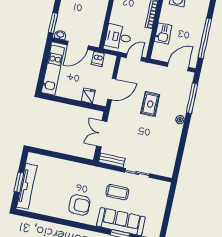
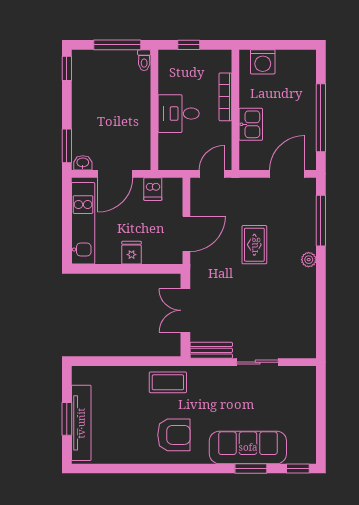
desk: (118, 37) -> (179, 114), moved
fridge: (88, 96) -> (132, 253), moved
coffee table: (117, 192) -> (168, 382), moved

